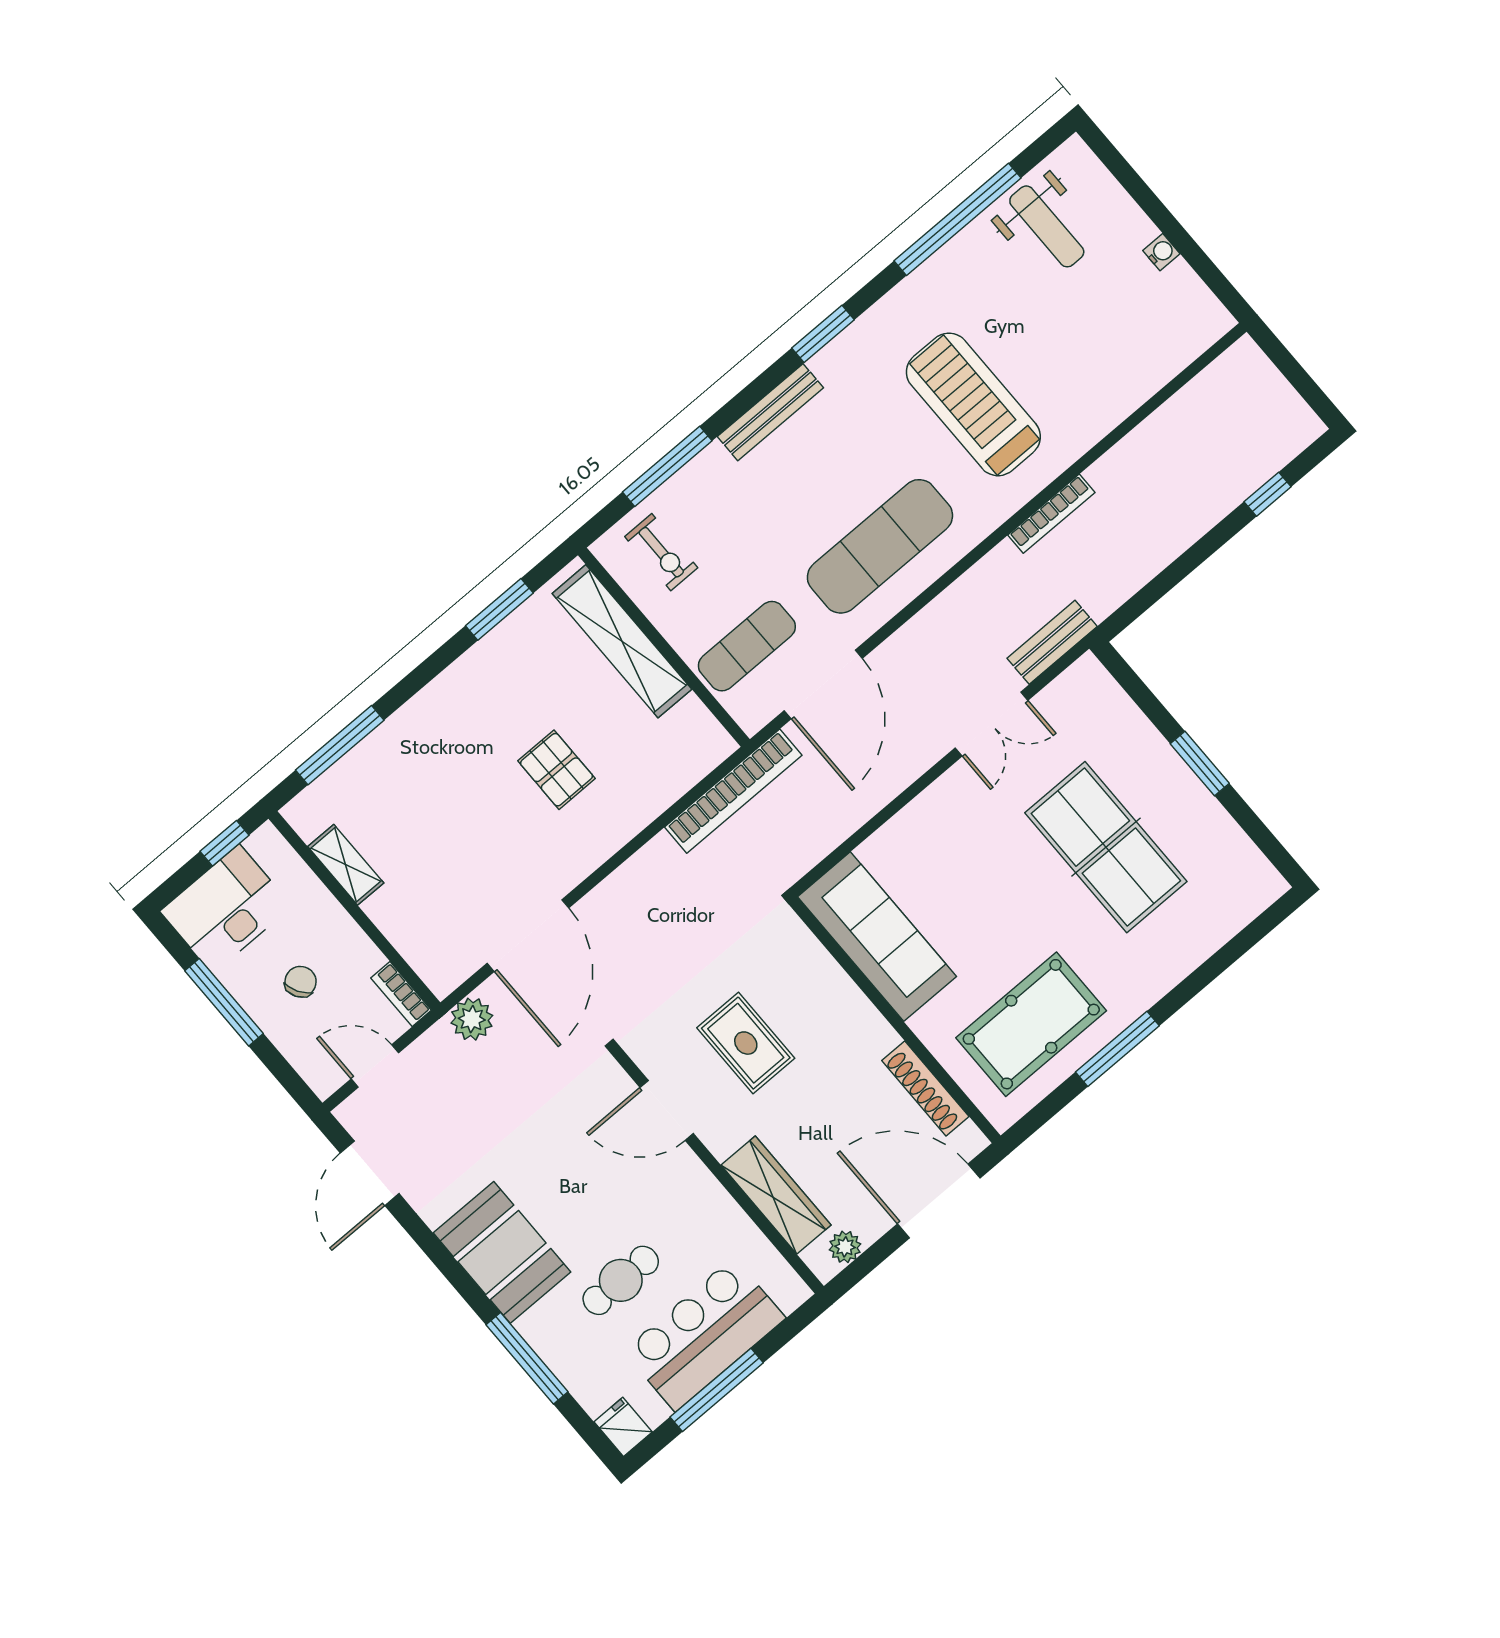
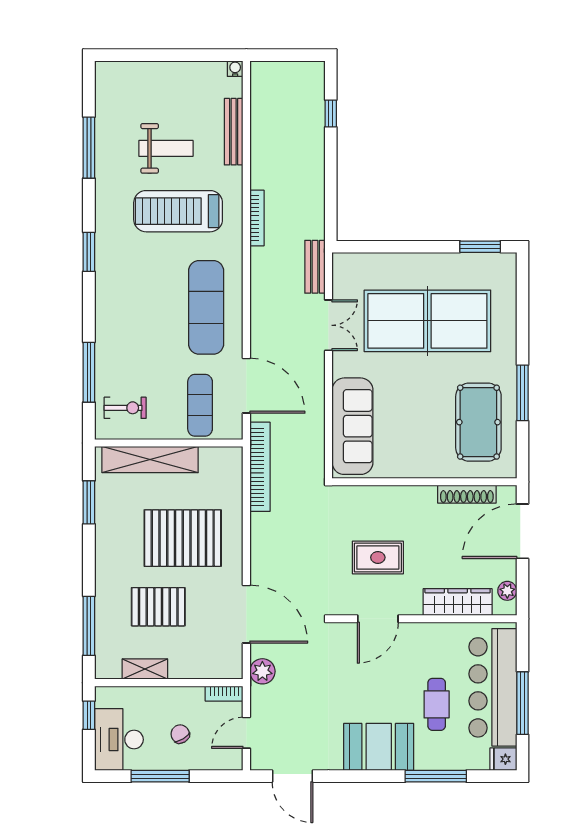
window: (957, 219) -> (89, 148), width x0.68
weight bench: (1047, 226) -> (166, 148), moved
water cooler: (1161, 252) -> (235, 69), moved
bench: (770, 412) -> (234, 132), moved
window: (1200, 763) -> (480, 247), moved
pallet: (556, 770) -> (183, 538), width x2.05, depth x2.00
pallet: (441, 814) -> (158, 607), added
table tennis table: (1106, 847) -> (427, 321), width x1.36, depth x1.32
sofa: (877, 937) -> (352, 426), moved, turned 90
bar counter: (704, 1334) -> (493, 687), width x1.36

